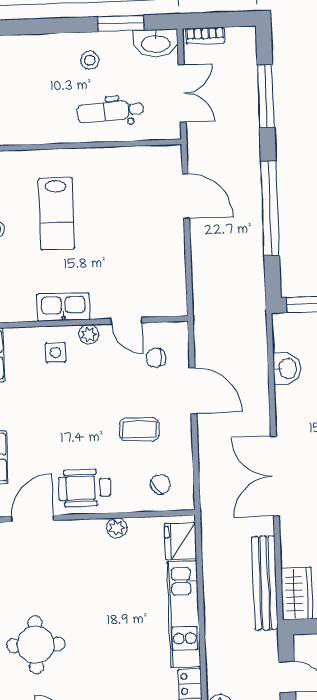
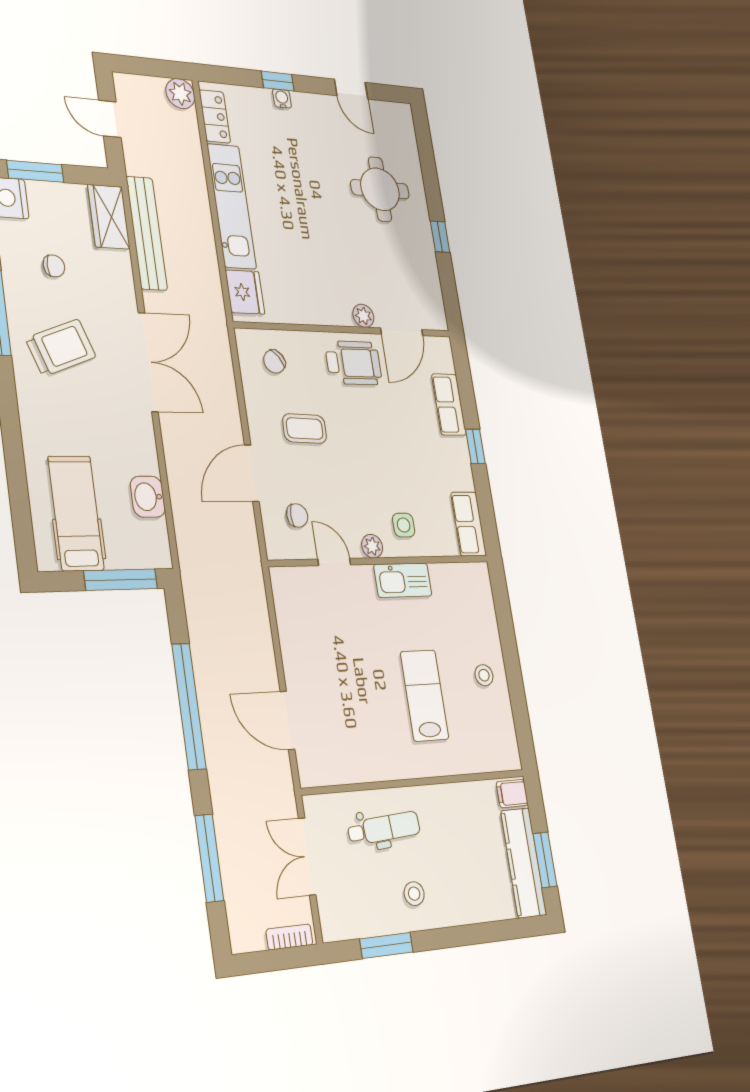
washbasin: (156, 43) -> (345, 922), removed
door: (193, 391) -> (252, 473), hinge flipped
plant: (117, 528) -> (363, 316), moved

